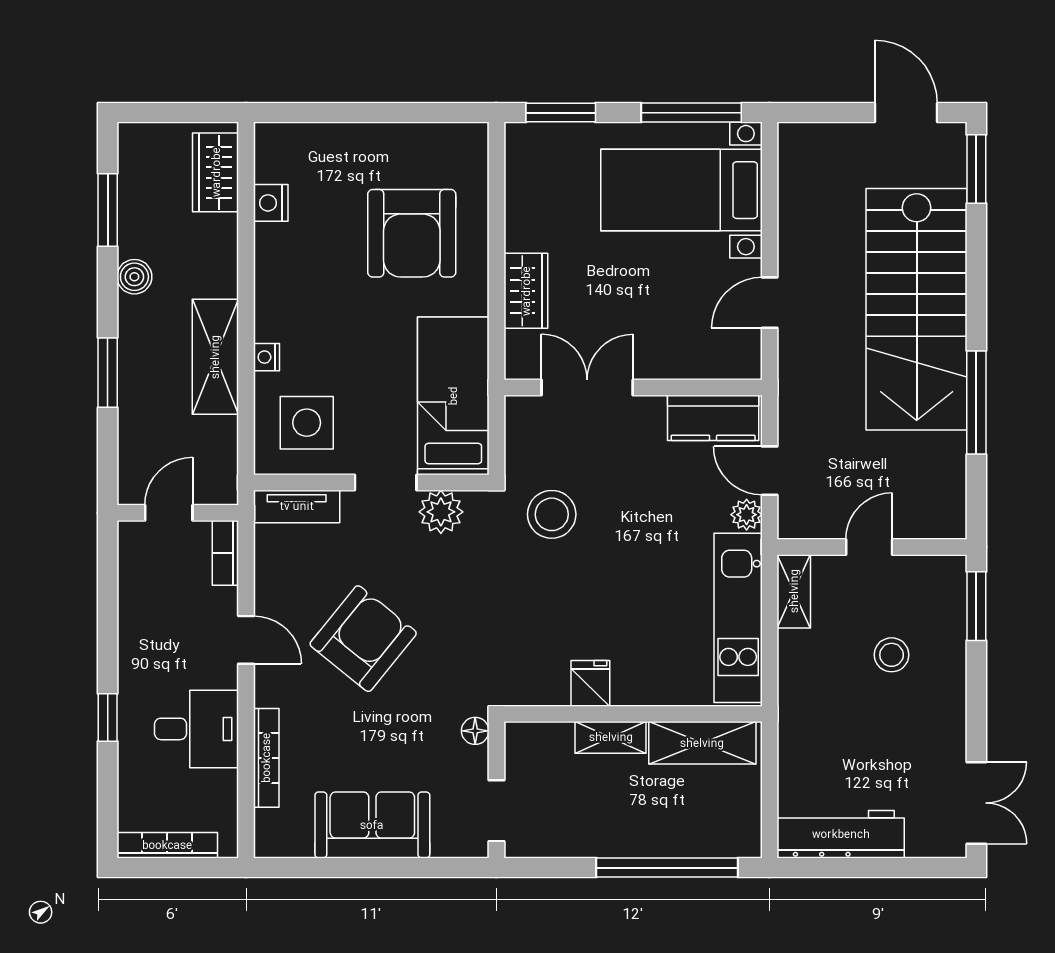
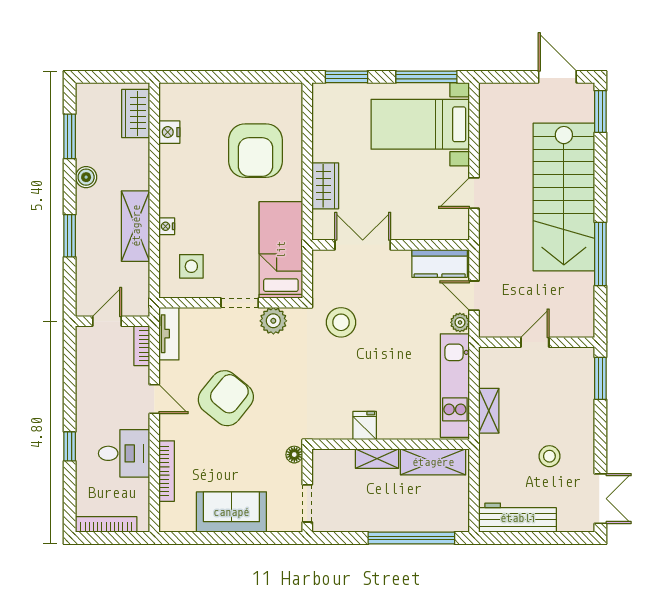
side table: (307, 423) -> (191, 266), width x0.73, depth x0.73
tv unit: (297, 506) -> (169, 334), moved, turned -90
shelving: (794, 591) -> (489, 411), moved
stool: (892, 655) -> (549, 456), moved

